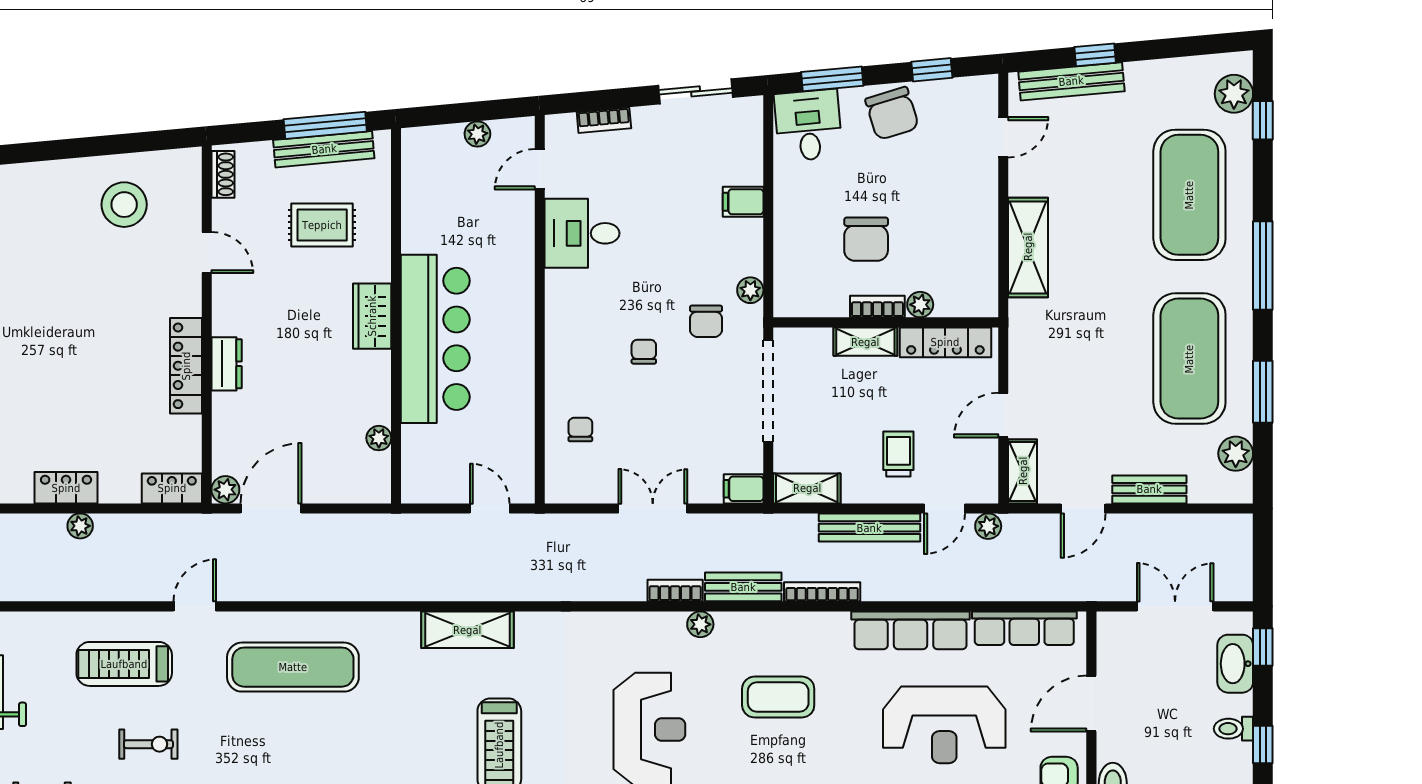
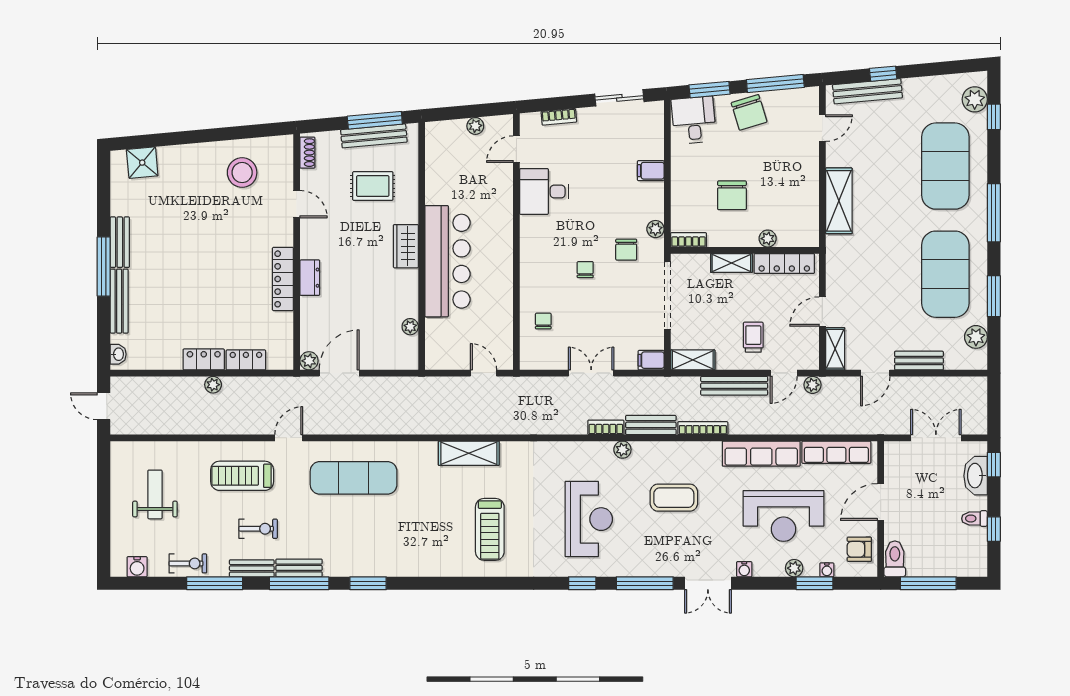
window: (932, 70) -> (775, 84), width x2.17
bookcase: (877, 307) -> (689, 240), moved
locker: (172, 488) -> (246, 360), moved

